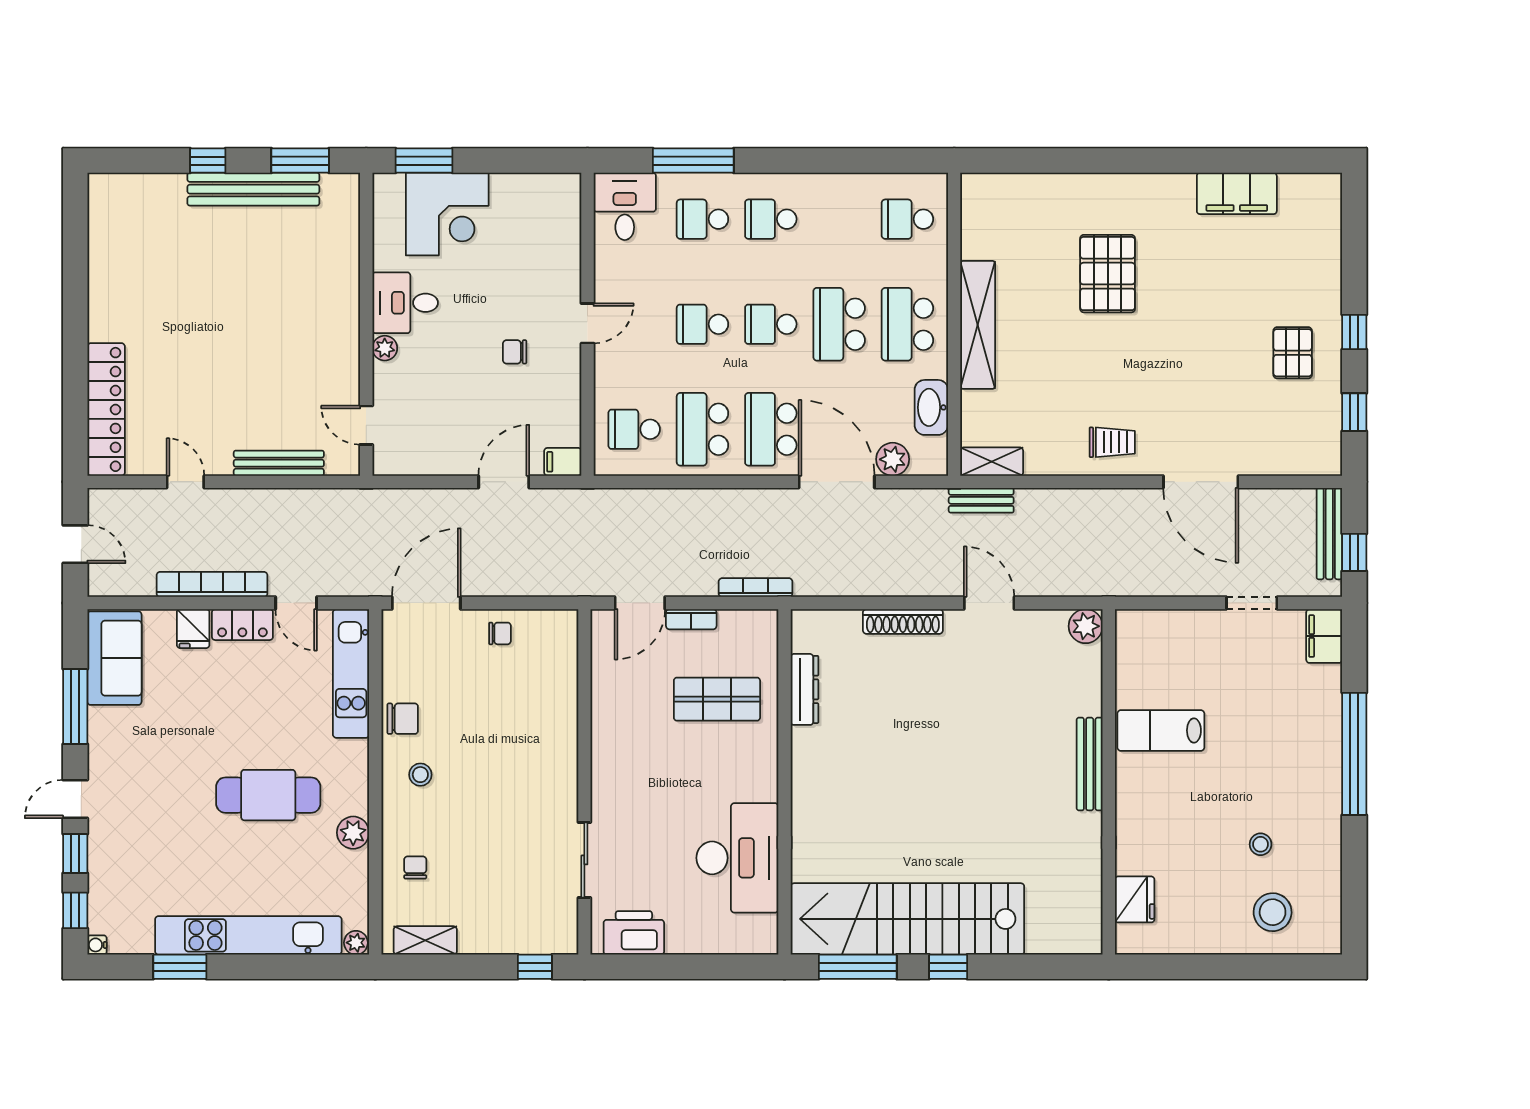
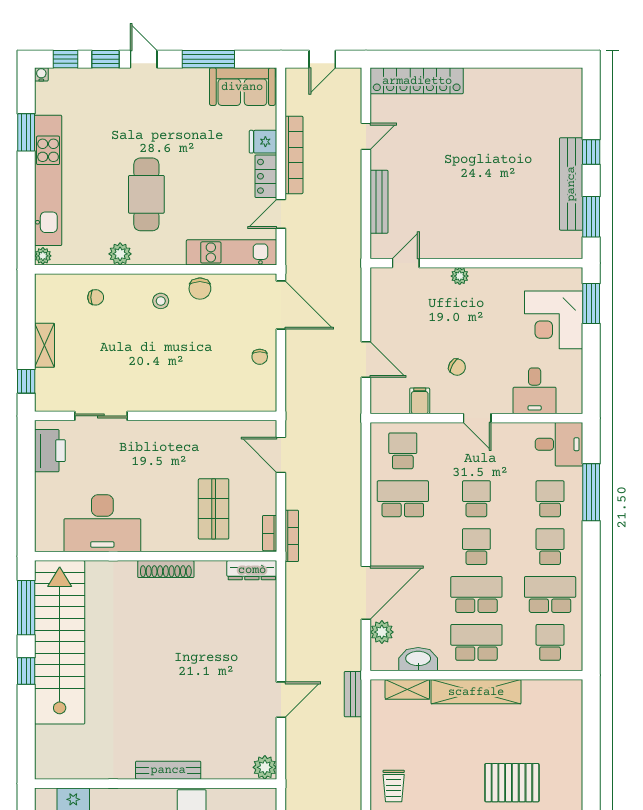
desk: (405, 303) -> (535, 391), moved, turned 180
chair: (515, 352) -> (457, 367), turned 120
school desk: (771, 429) -> (550, 595), moved
filing cabinet: (563, 462) -> (420, 401), moved
shelving: (992, 462) -> (407, 689), moved, turned 90
bookcase: (691, 619) -> (270, 533), moved
shoe rack: (903, 621) -> (166, 569), moved, turned -90
dresser: (804, 689) -> (252, 570), moved
shelving: (425, 940) -> (44, 345), moved

